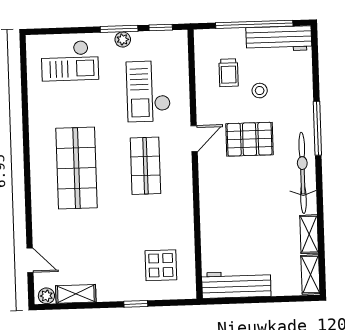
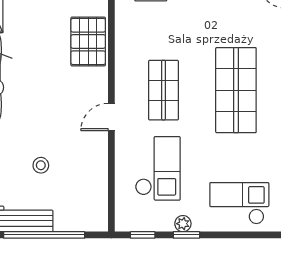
window: (119, 29) -> (186, 235), width x0.67
trolley: (229, 73) -> (73, 185), removed
pallet: (249, 139) -> (88, 42), moved, turned 90

